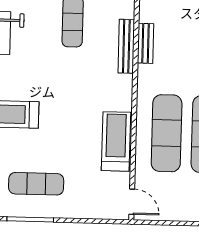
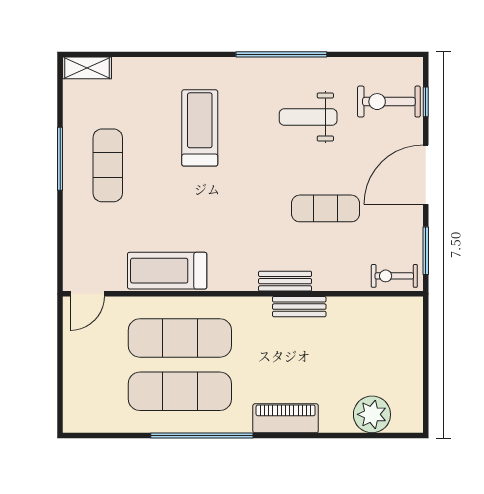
bench: (126, 46) -> (285, 281), width x0.73
treadmill: (116, 141) -> (167, 271), turned 180

